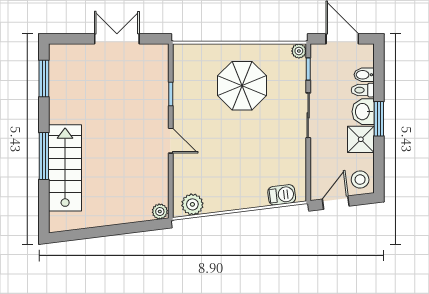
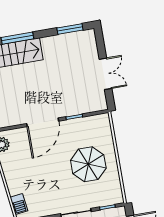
plant: (299, 51) -> (119, 199), removed
door: (171, 141) -> (43, 122), width x1.87

